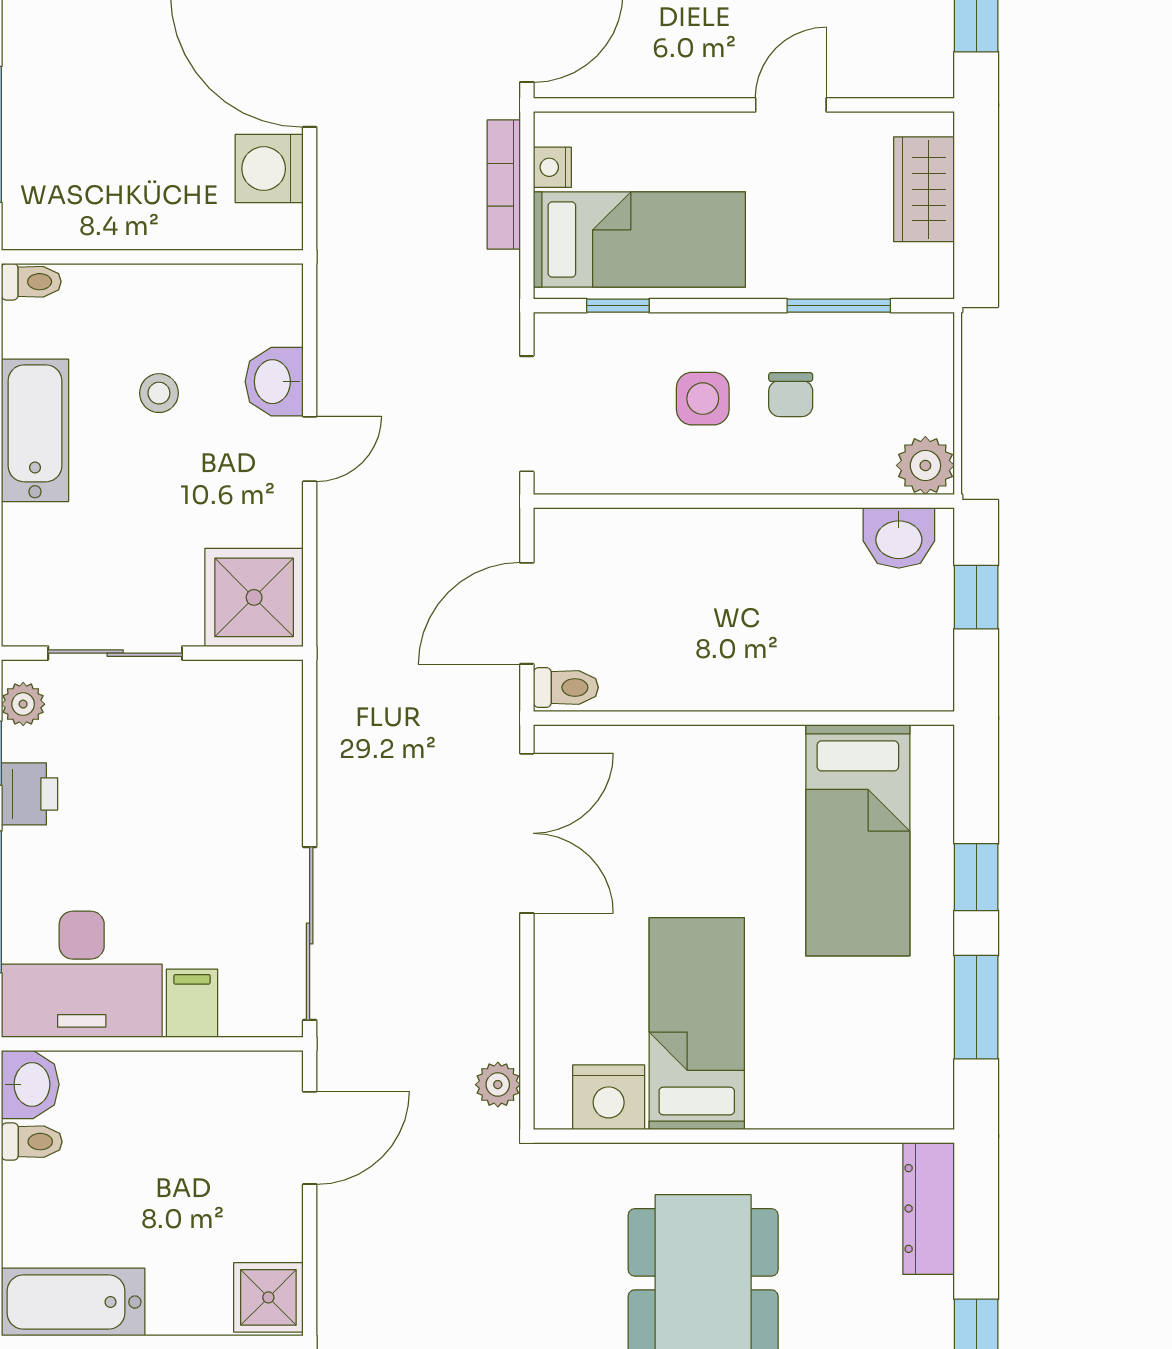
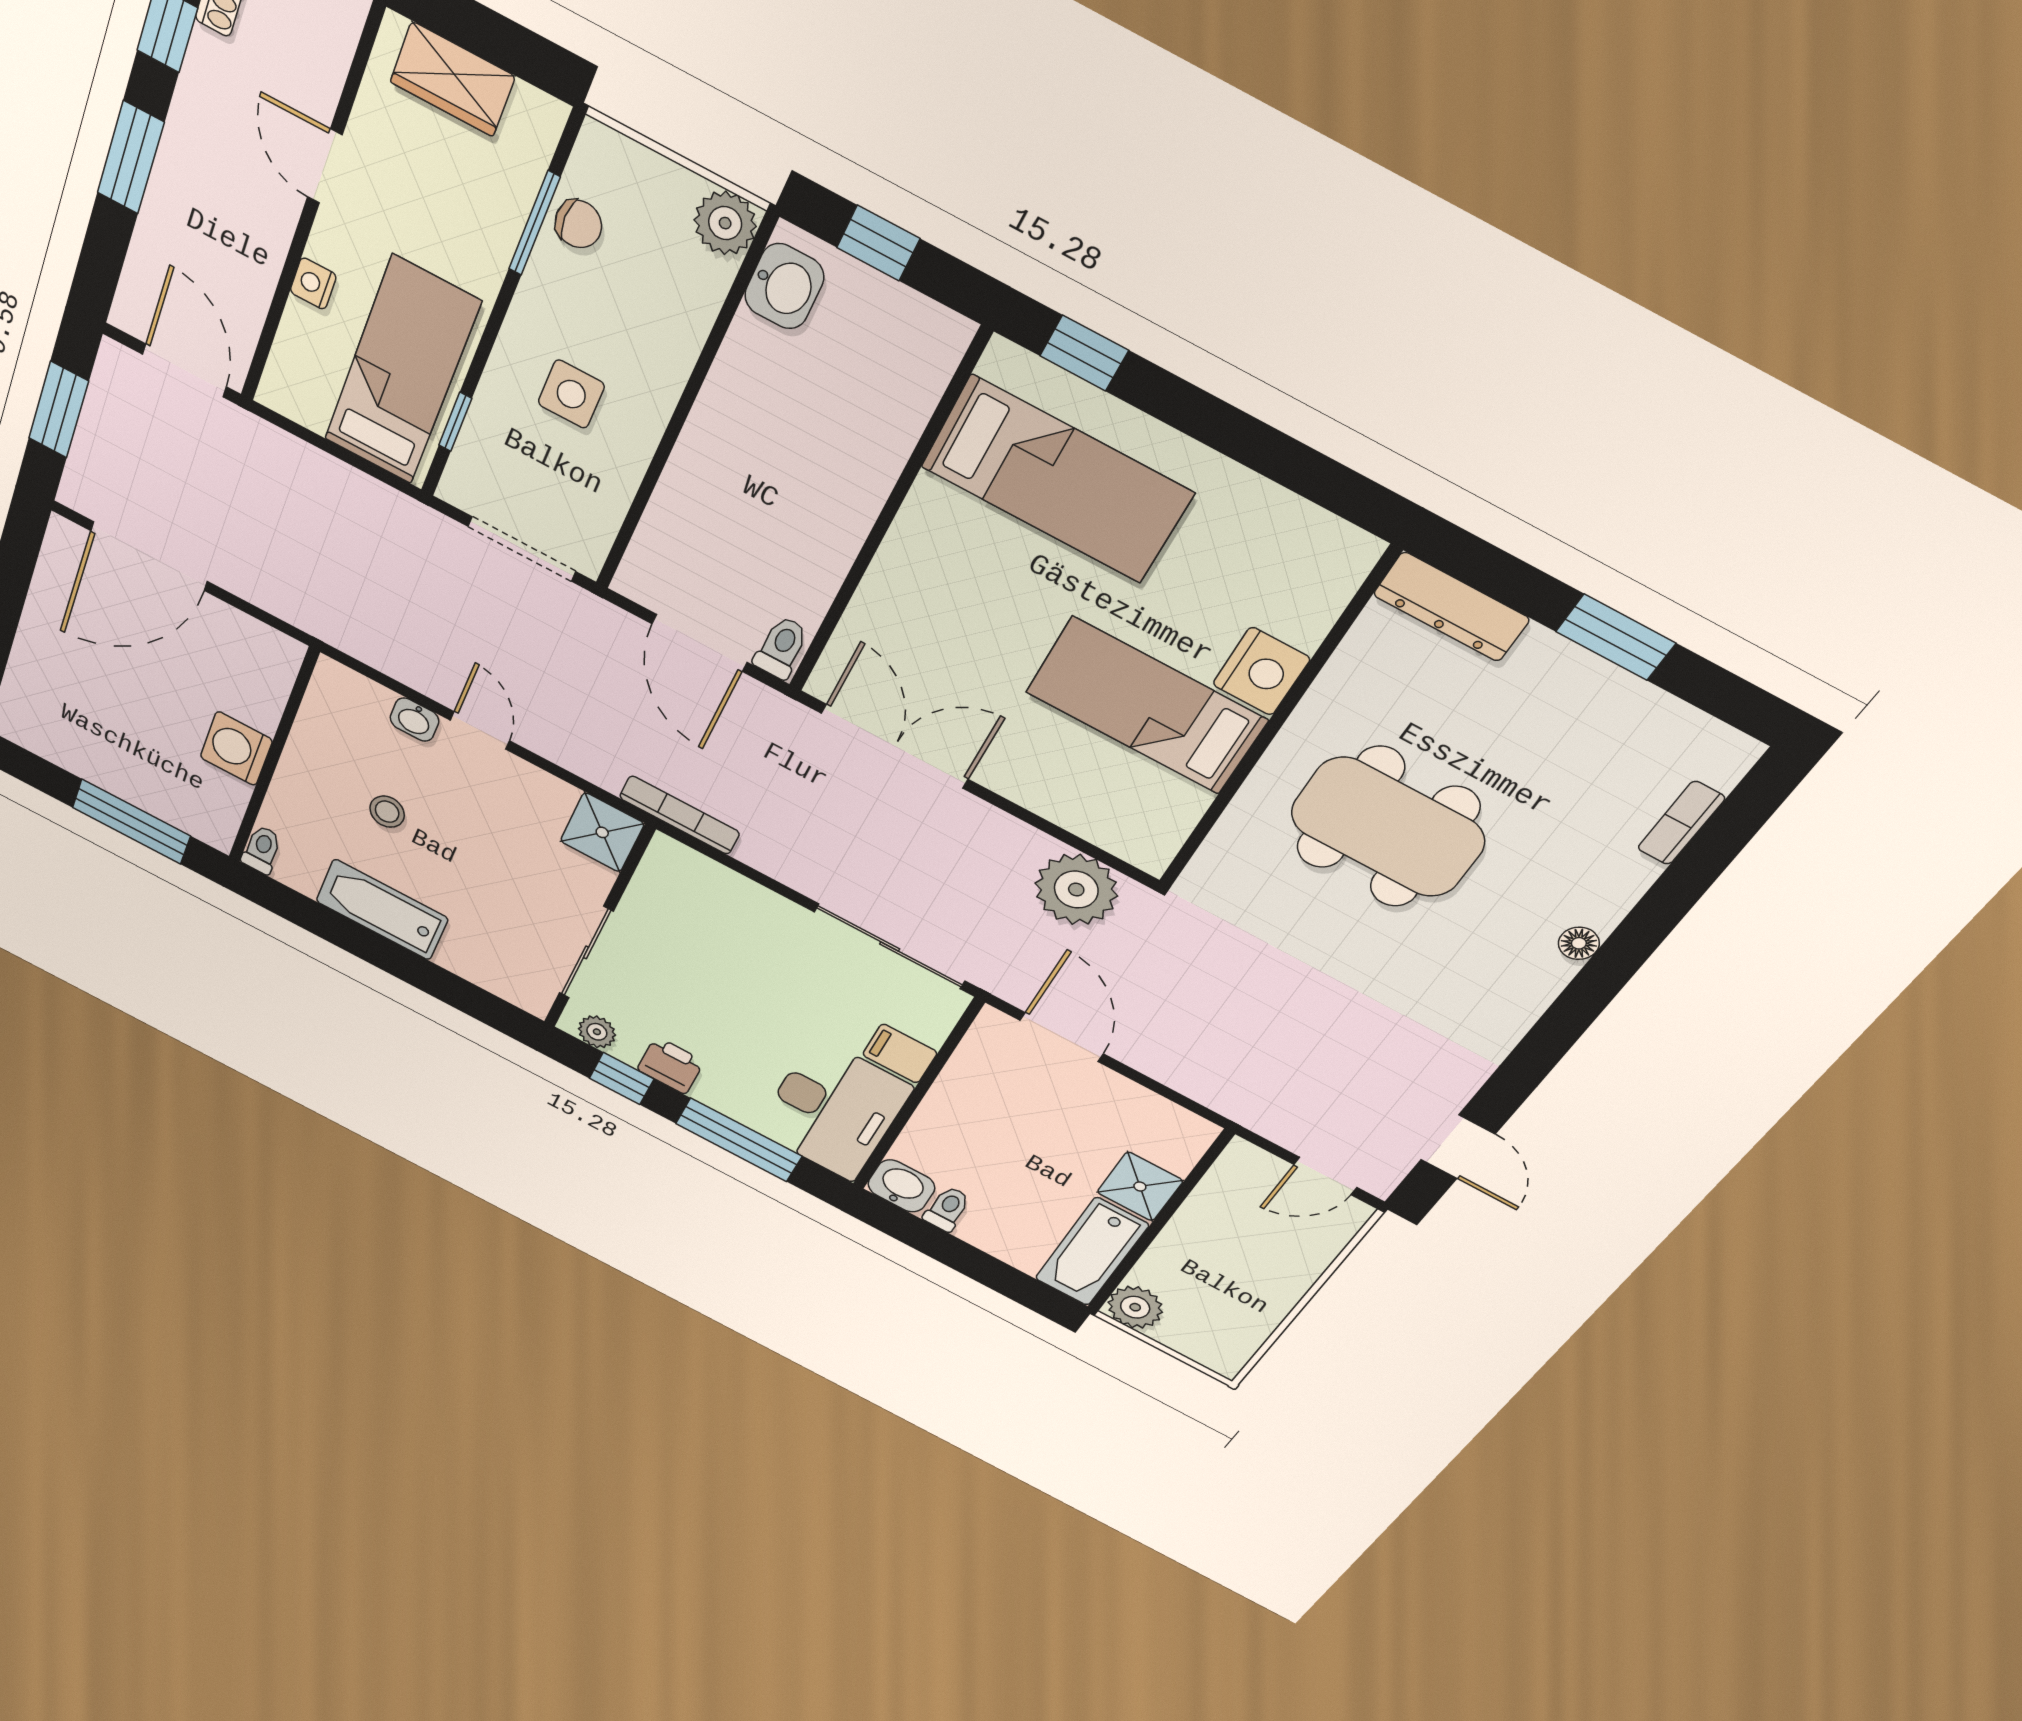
nightstand: (552, 167) -> (313, 283), moved, turned 90
washing machine: (269, 169) -> (236, 749), moved, turned 90
bookcase: (504, 185) -> (680, 815), moved, turned 180
washbasin: (274, 382) -> (414, 720), width x0.72, depth x0.69
chair: (791, 395) -> (578, 224), moved
shower: (254, 597) -> (602, 832), width x0.73, depth x0.73
window: (976, 877) -> (1084, 353), moved
window: (976, 1007) -> (1283, 460), removed
plant: (498, 1085) -> (1076, 890), width x1.87, depth x1.87
nightstand: (609, 1097) -> (1261, 671), moved
shower: (268, 1297) -> (1140, 1186), moved

